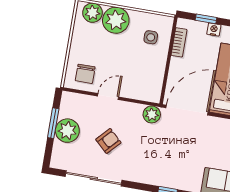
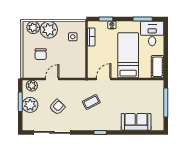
chair: (85, 74) -> (41, 54), moved
door: (187, 110) -> (104, 79), width x0.53
plant: (152, 114) -> (32, 86), moved
coffee table: (162, 142) -> (91, 102), added

